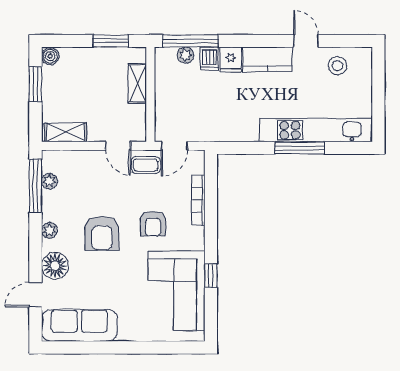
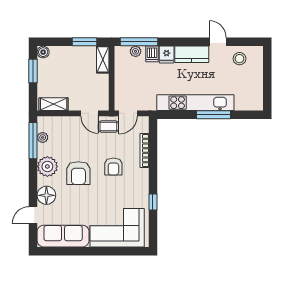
shelving: (137, 83) -> (103, 59), moved
kitchen unit: (316, 130) -> (195, 103), moved
plant: (49, 231) -> (47, 166), width x1.88, depth x1.88
corner sofa: (177, 291) -> (117, 228), moved, turned 90

